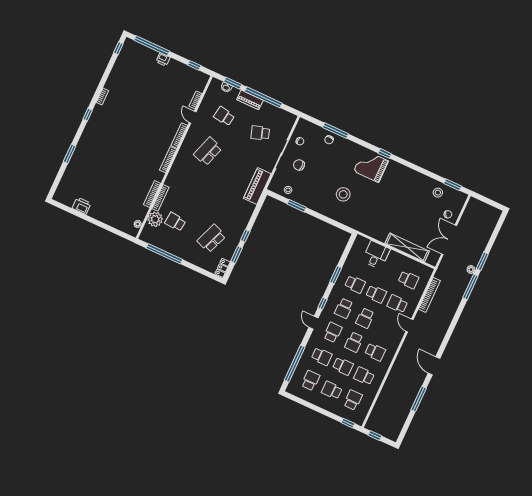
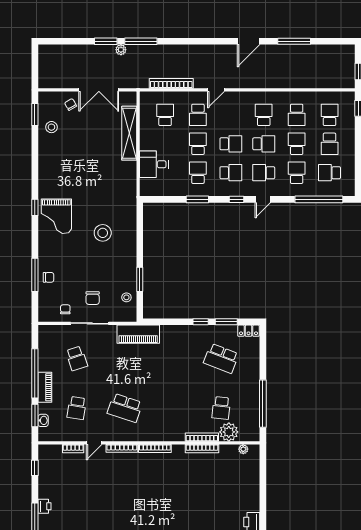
school desk: (353, 400) -> (330, 115), turned 90

